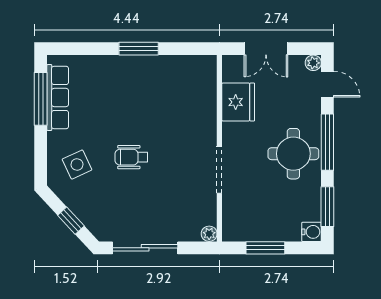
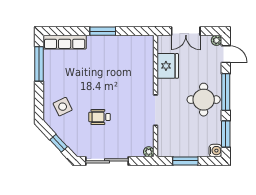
row of seats: (58, 98) -> (65, 42), moved, turned 90
wheelchair: (131, 157) -> (100, 117), moved

